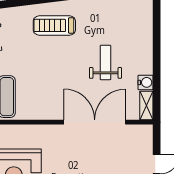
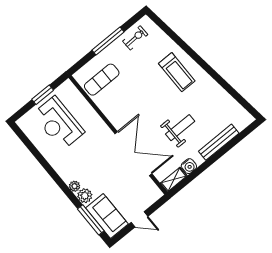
treadmill: (54, 25) -> (177, 72), turned 180
bench: (146, 39) -> (219, 142), added

